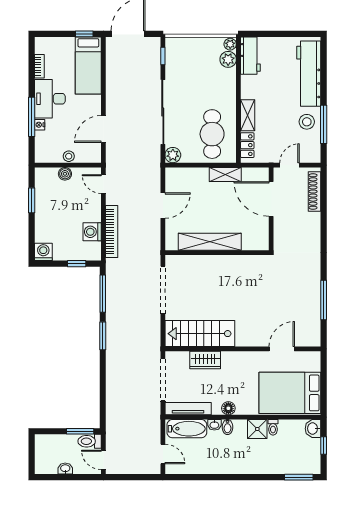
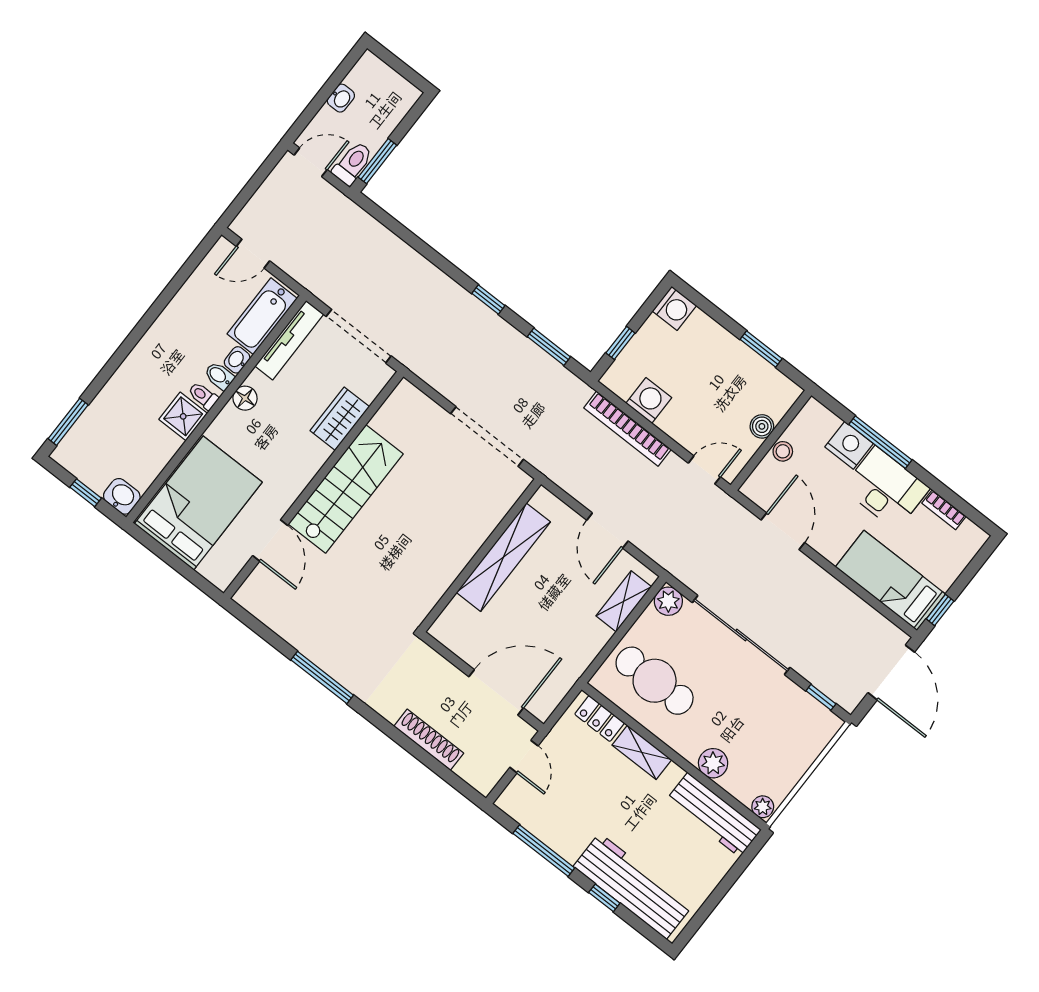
workbench: (250, 56) -> (714, 815), width x1.38
plant: (228, 59) -> (713, 763), moved
window: (324, 82) -> (604, 898), added
stool: (307, 122) -> (566, 829), removed
nightstand: (40, 125) -> (849, 445), width x1.89, depth x1.79
shelving: (225, 174) -> (624, 601), moved
shoe rack: (315, 191) -> (429, 740), moved
window: (103, 294) -> (549, 347), width x0.69
window: (324, 300) -> (322, 677), moved
stairs: (200, 334) -> (346, 489), moved
window: (103, 336) -> (488, 300), width x0.67
toilet: (273, 427) -> (203, 396), moved

